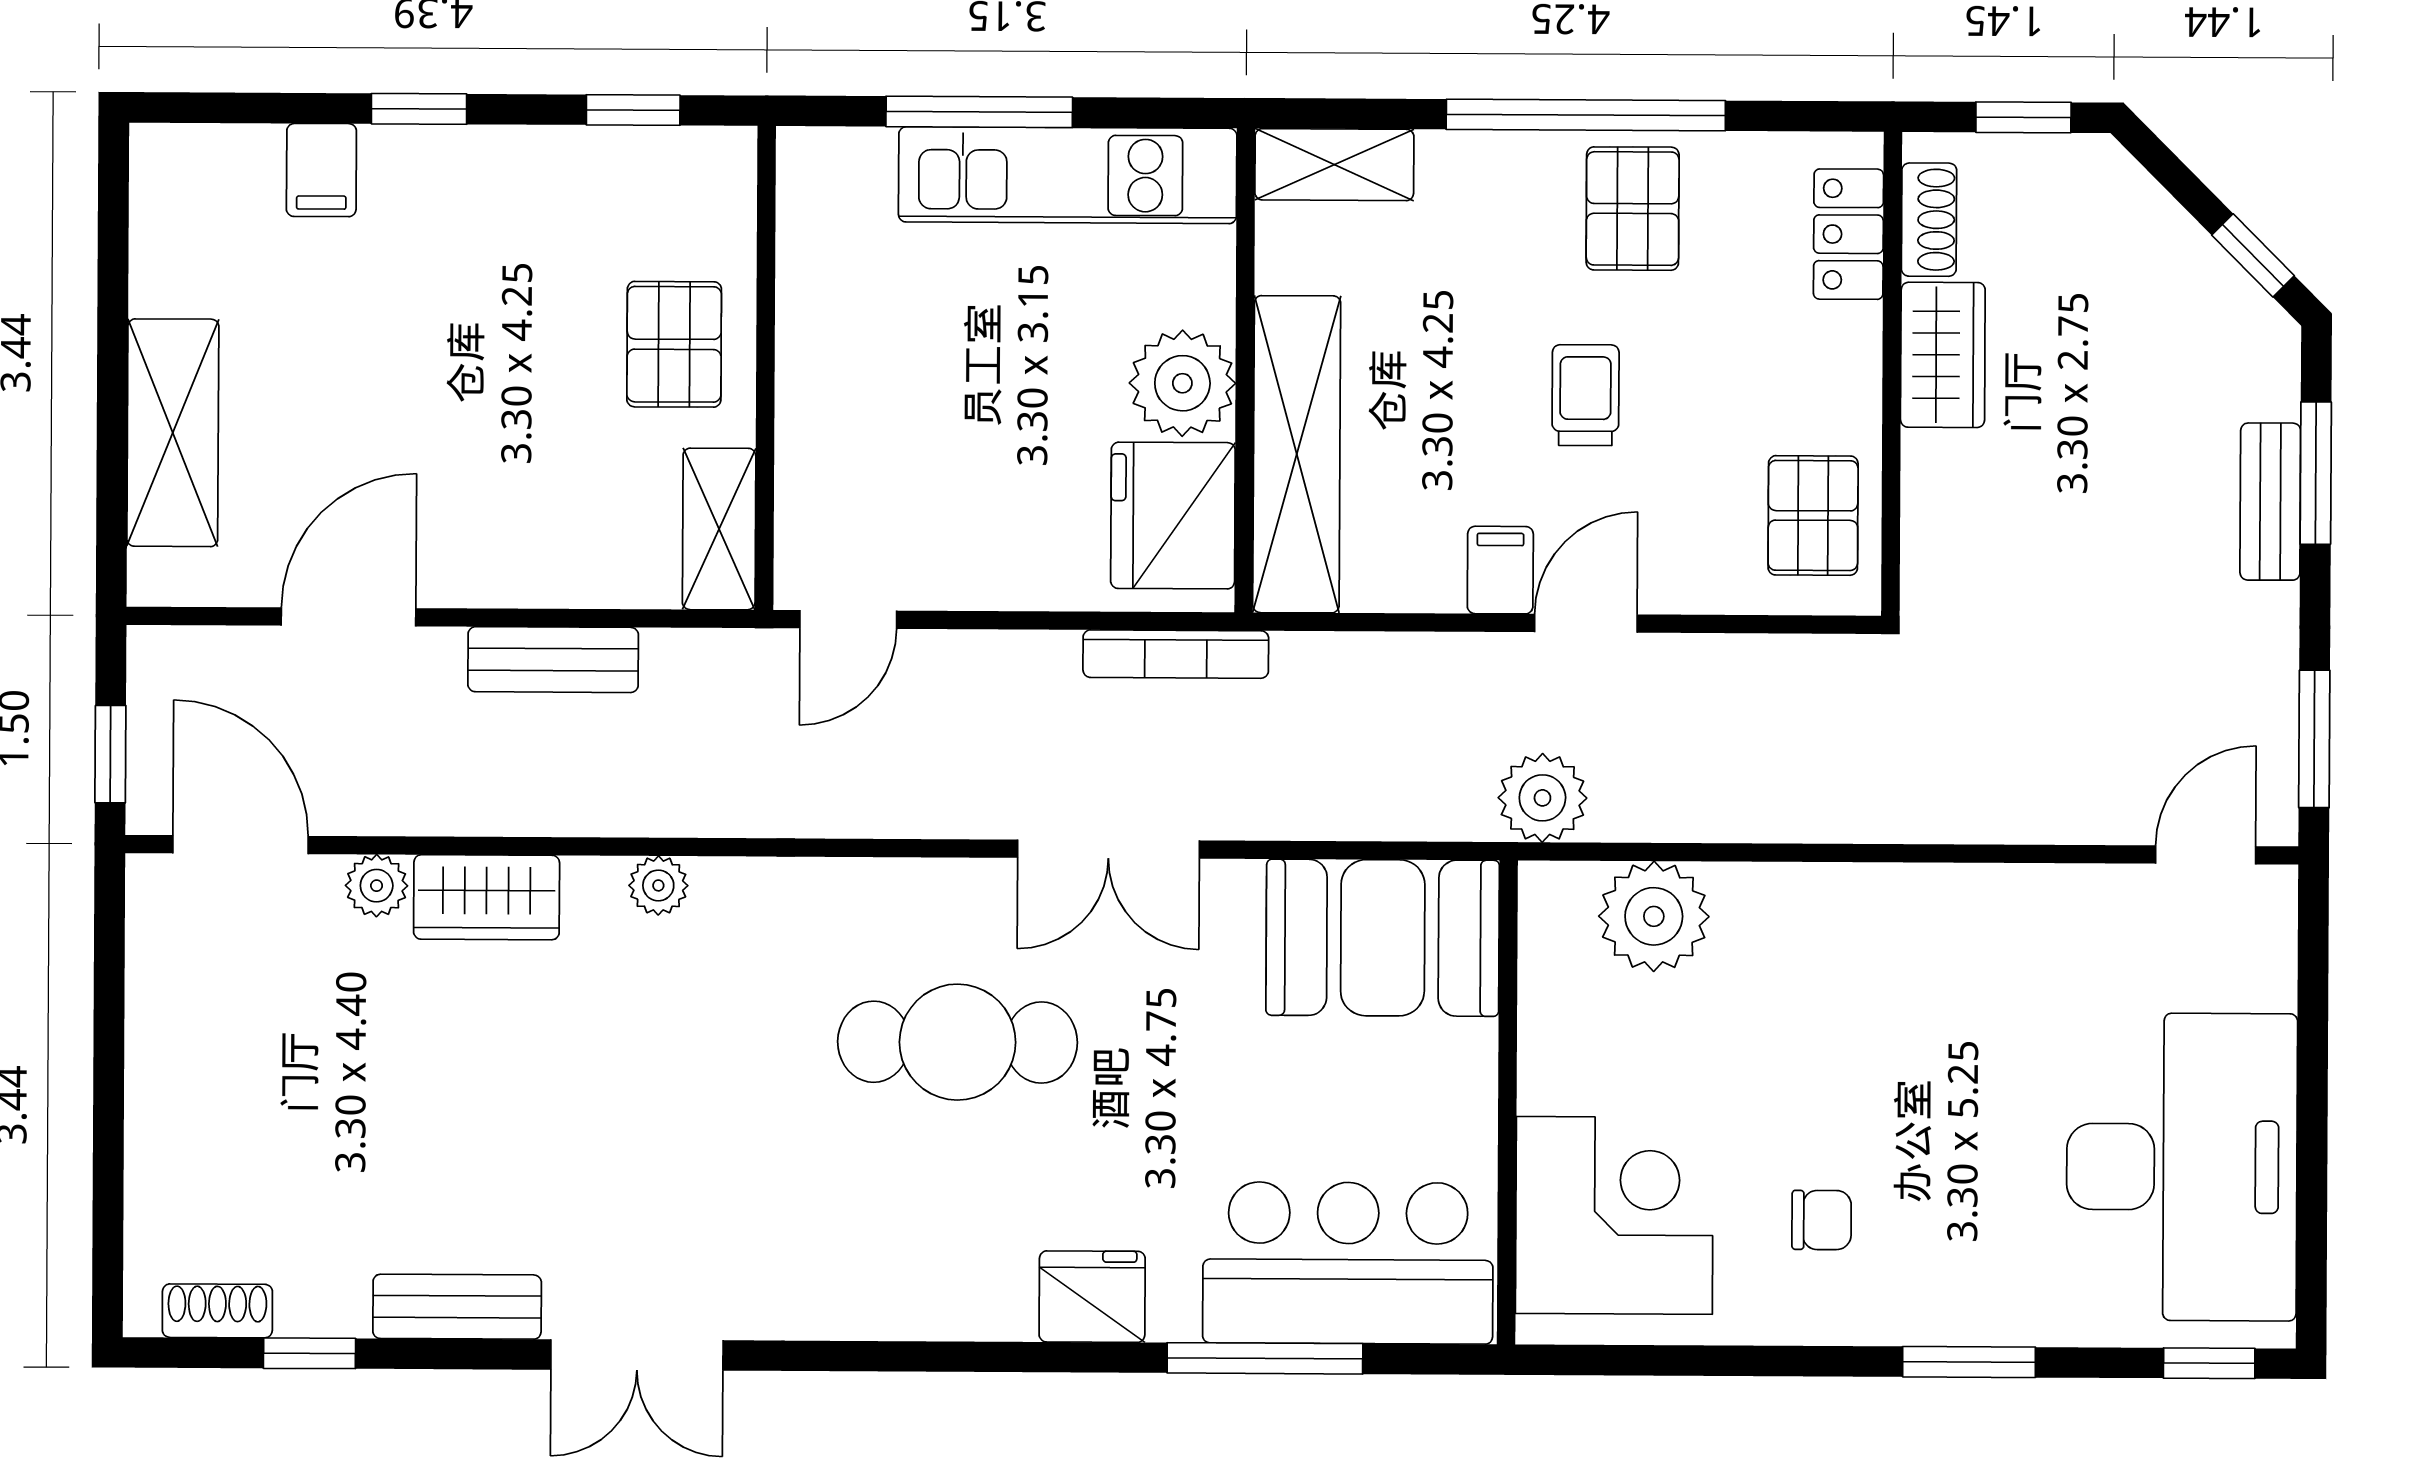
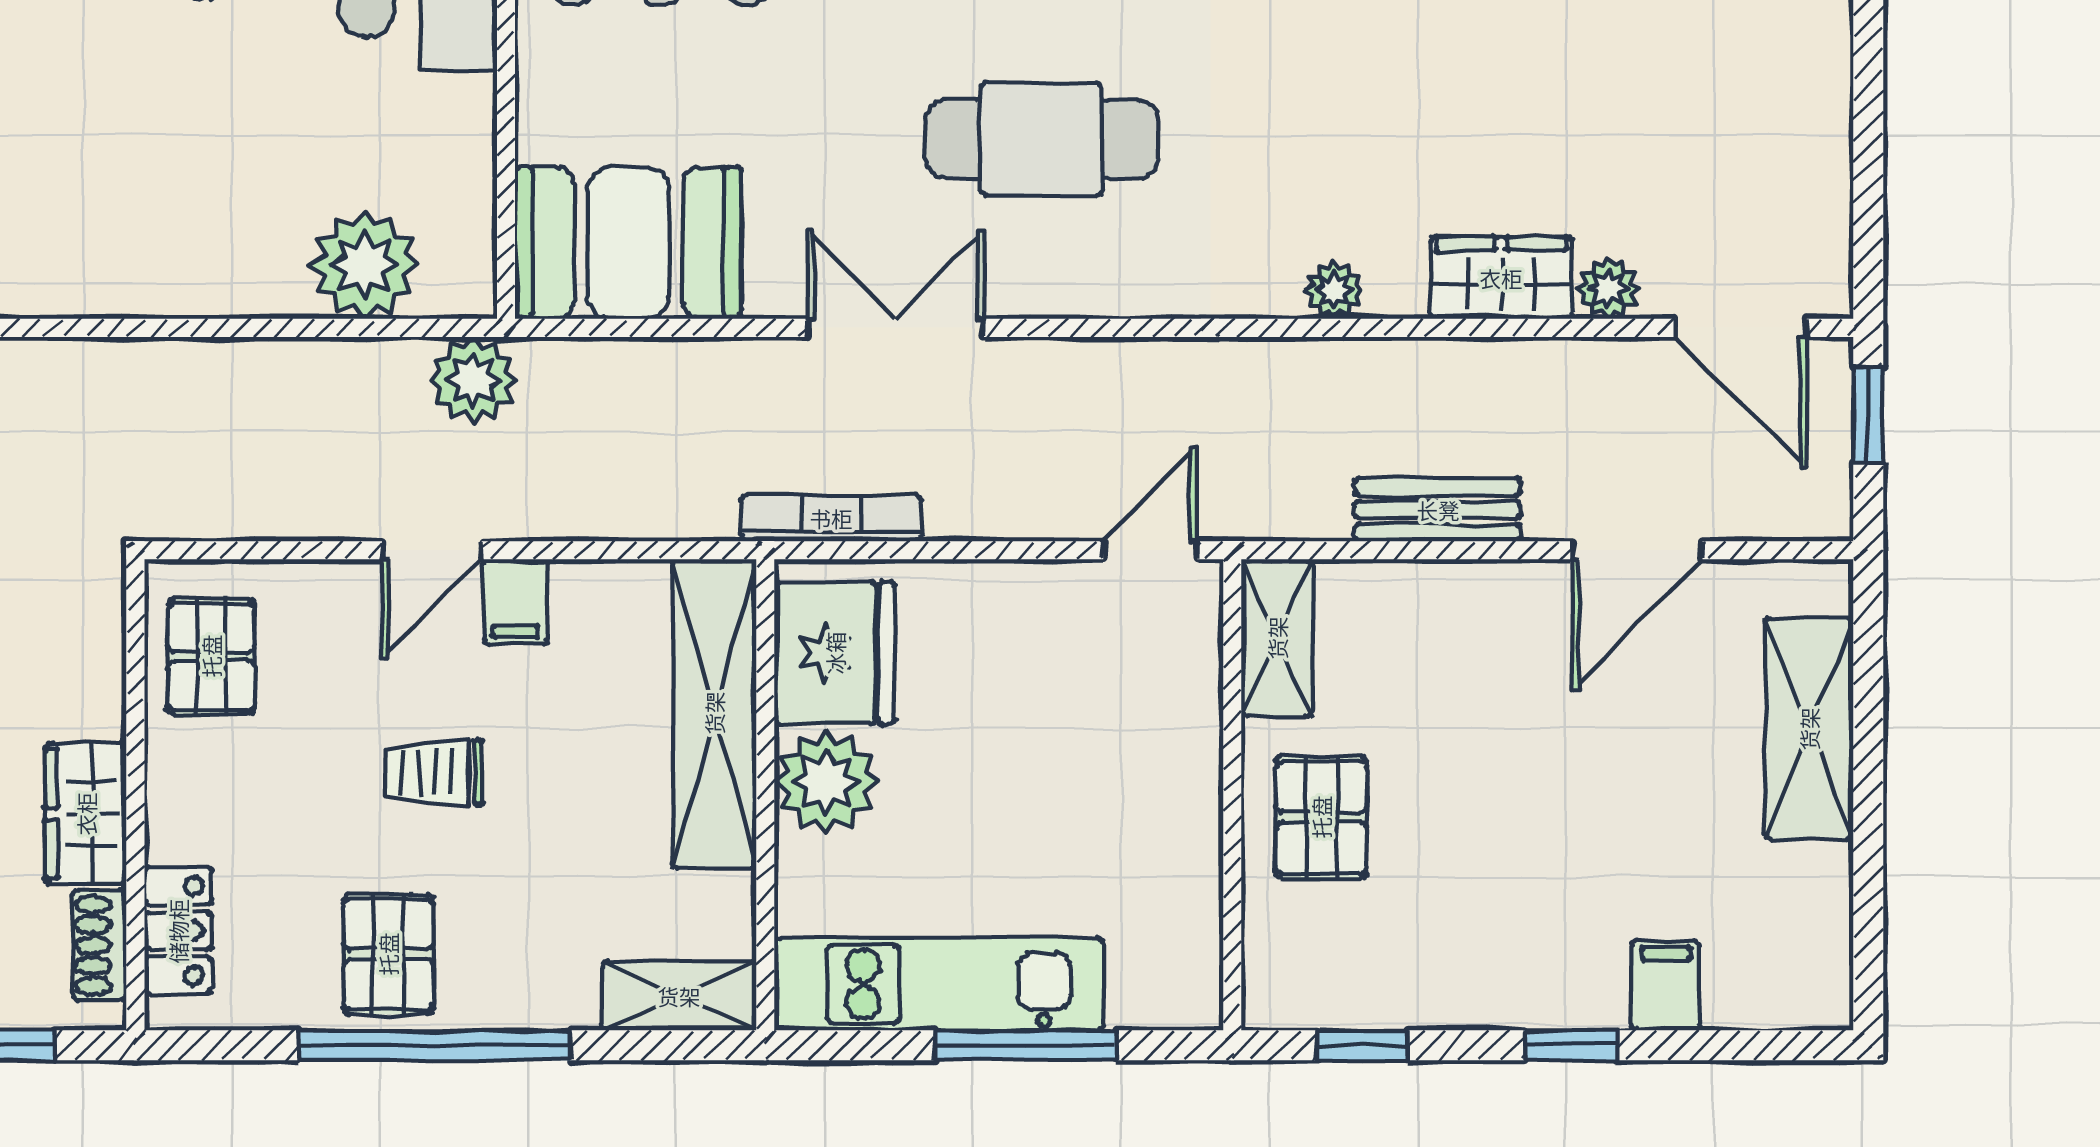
trolley: (1586, 395) -> (433, 772), turned 90

